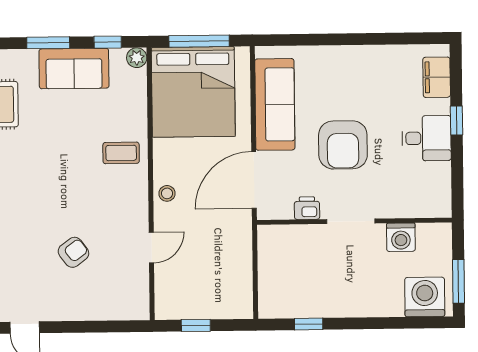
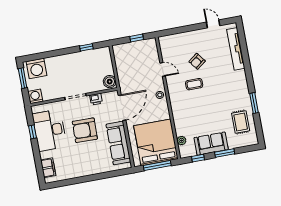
plant: (137, 58) -> (181, 141), moved
window: (456, 121) -> (33, 132), moved
desk: (426, 138) -> (50, 130), width x1.87, depth x1.30
armchair: (343, 145) -> (85, 130), turned -89
coffee table: (121, 153) -> (194, 84), moved
washing machine: (401, 237) -> (35, 96), moved
boiler: (271, 241) -> (110, 82), added
door: (151, 248) -> (163, 69), swing flipped

